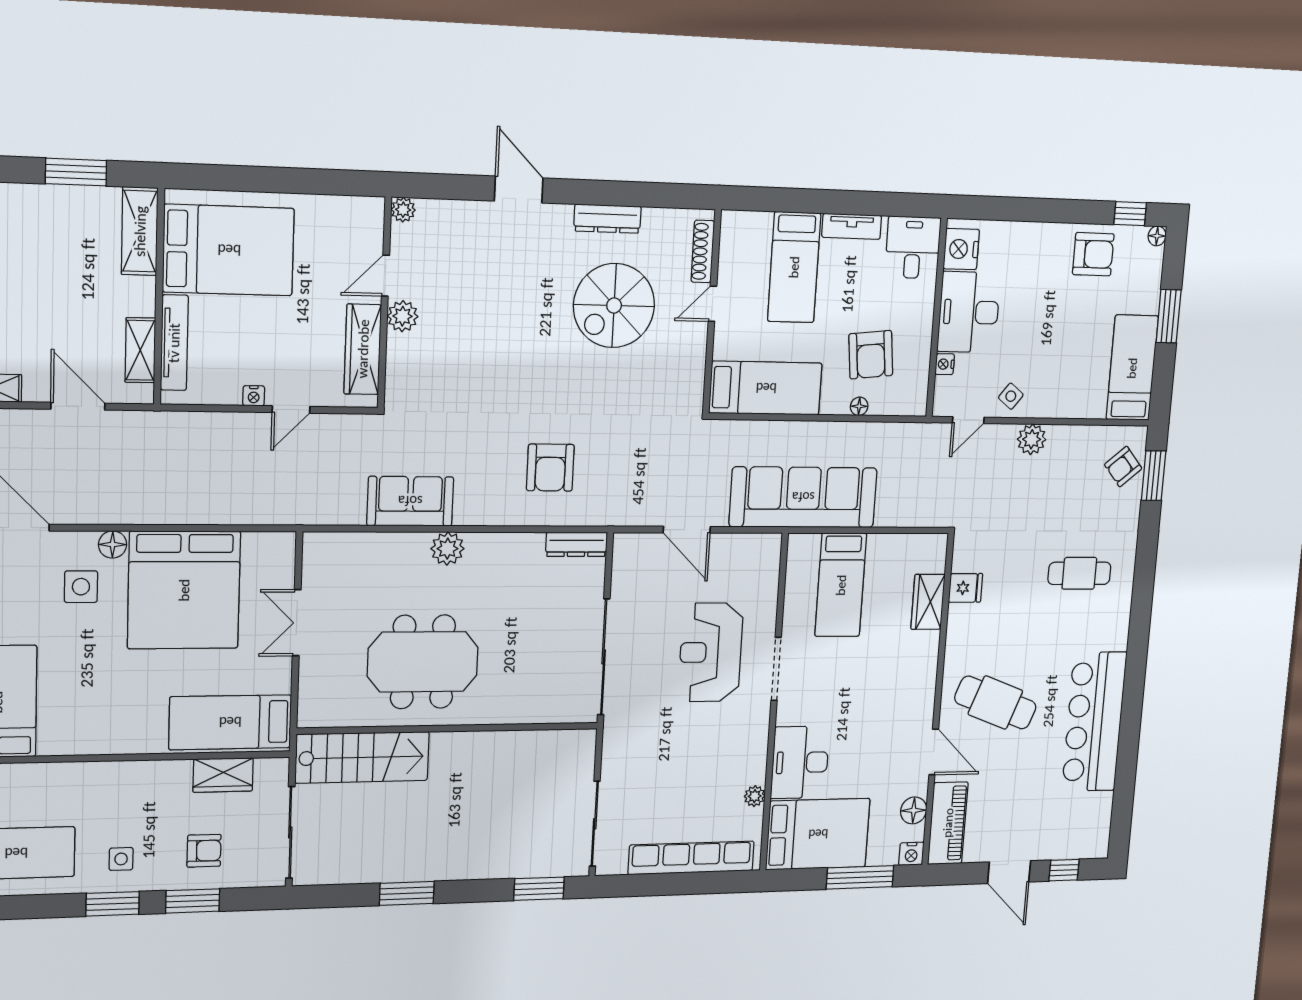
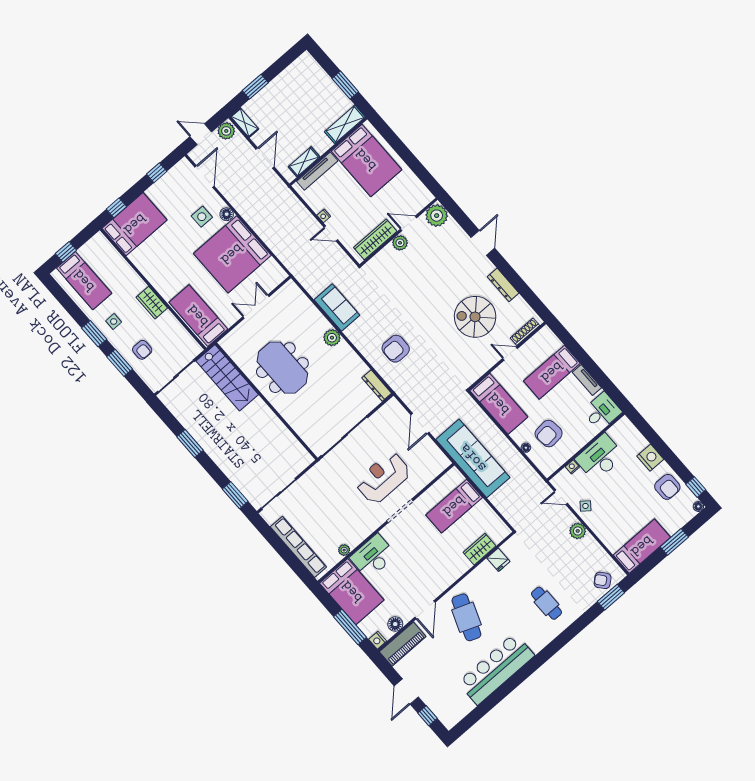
plant: (403, 210) -> (437, 216), width x1.88, depth x1.88
nightstand: (961, 249) -> (650, 458), moved, turned 90
wardrobe: (223, 775) -> (152, 303), moved

